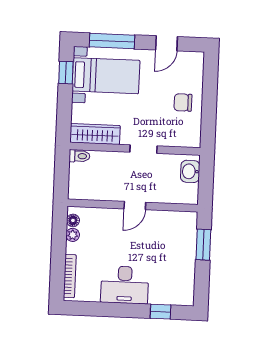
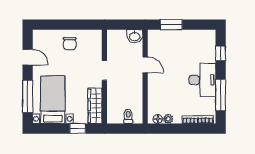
window: (66, 73) -> (78, 129), moved
toilet: (79, 156) -> (128, 116), moved
washbasin: (190, 171) -> (135, 36), moved
door: (135, 206) -> (145, 65), moved
window: (103, 309) -> (221, 95), added

